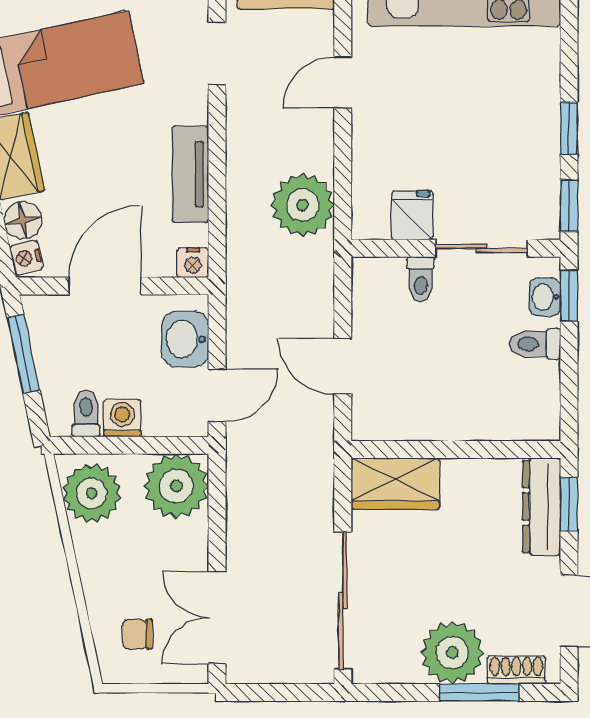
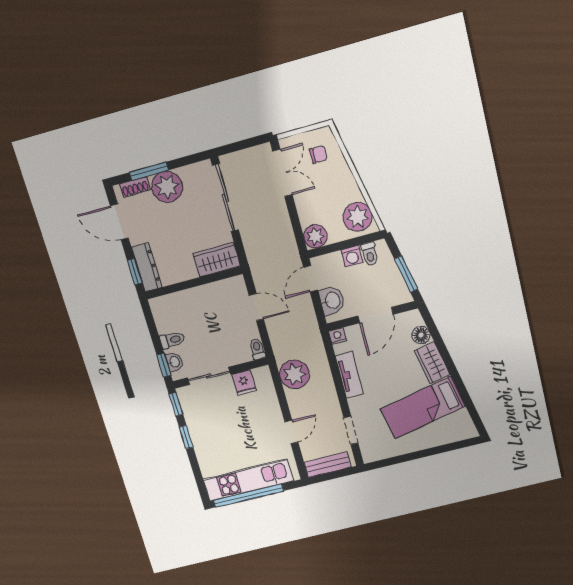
nightstand: (26, 258) -> (415, 319), removed
toilet: (421, 279) -> (257, 349), moved
plant: (176, 486) -> (315, 236), width x0.73, depth x0.73

